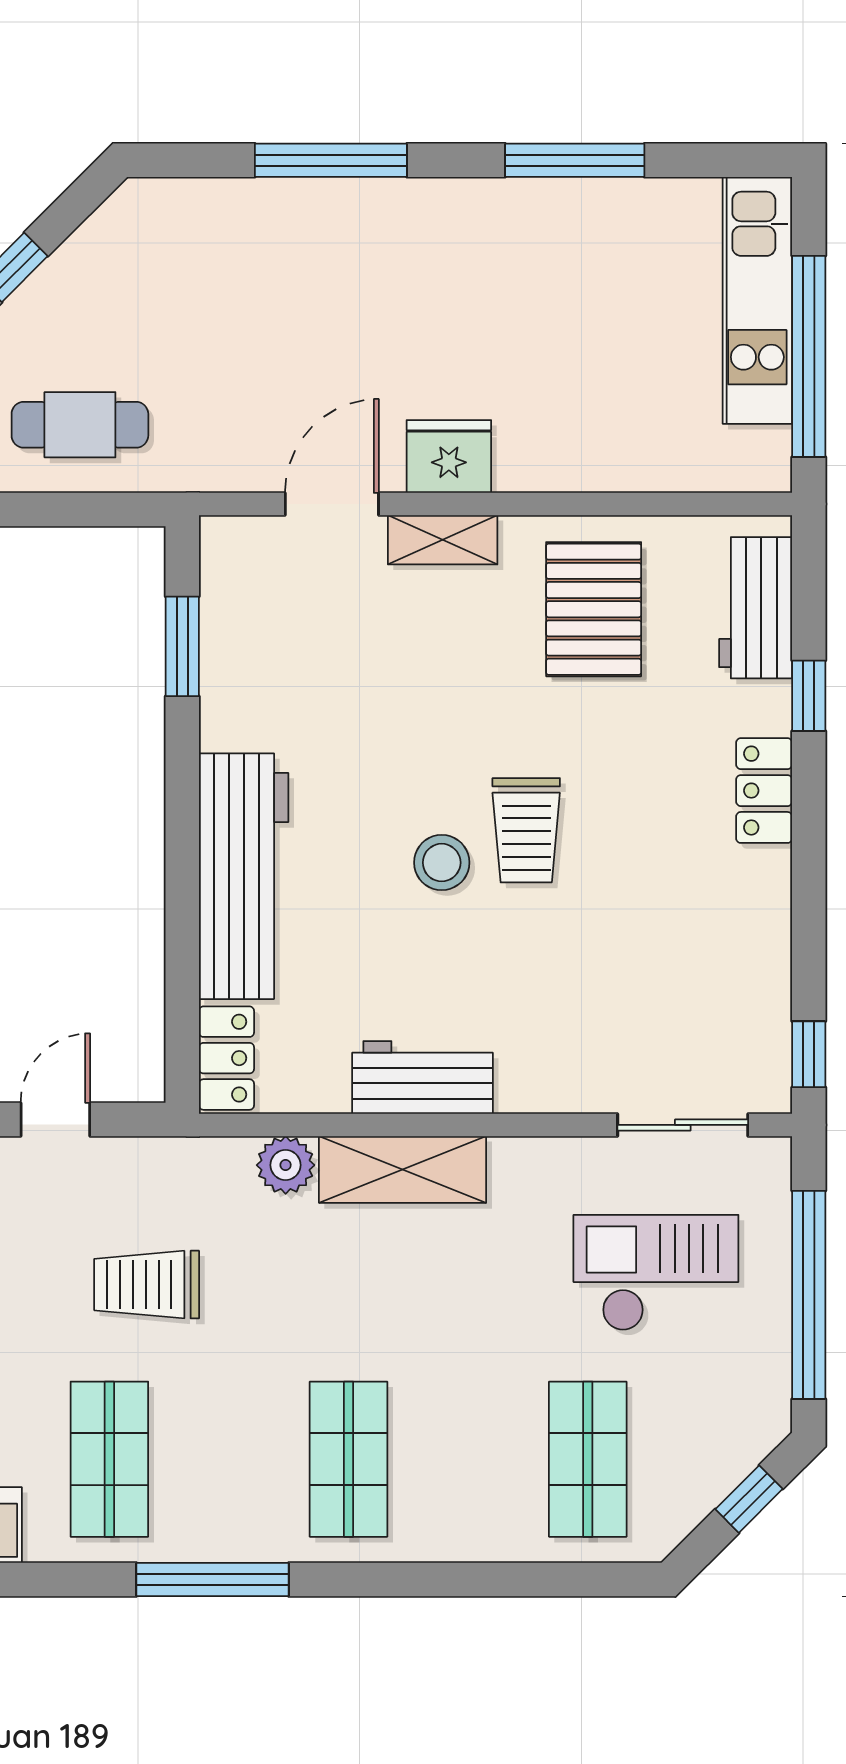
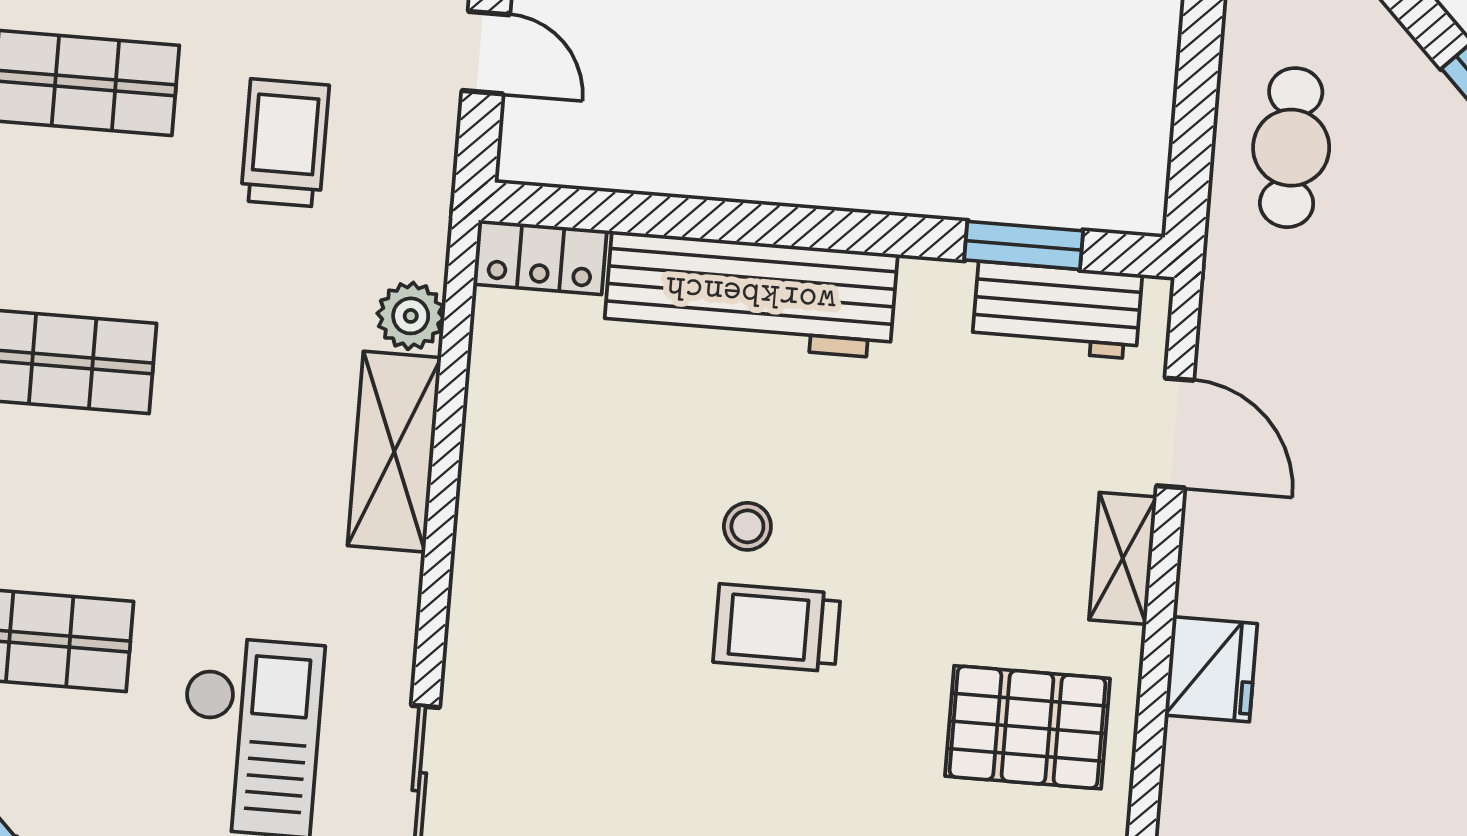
fridge: (449, 456) -> (1211, 669), moved
stool: (442, 863) -> (747, 526), width x0.73, depth x0.73
workbench: (422, 1077) -> (1057, 310), moved, turned 90

